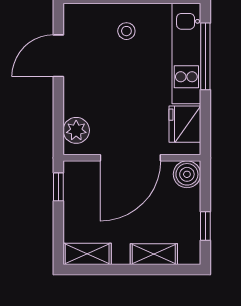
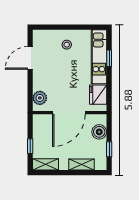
window: (205, 56) -> (109, 58), width x0.46
boiler: (187, 174) -> (99, 132), moved
window: (58, 187) -> (30, 146), moved

